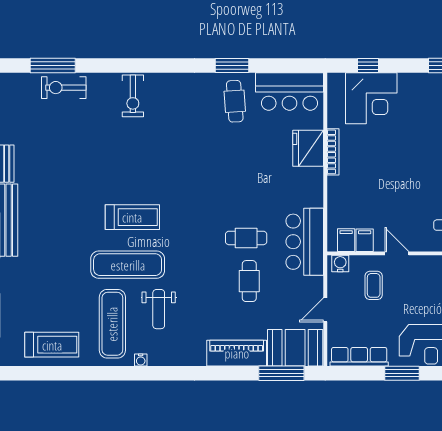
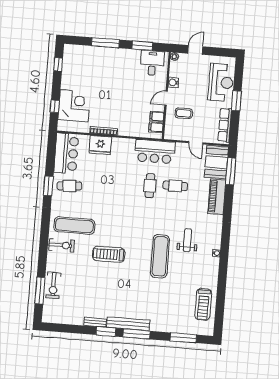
treadmill: (132, 217) -> (109, 254), moved, turned -90
water cooler: (340, 264) -> (173, 82), moved
weight bench: (159, 309) -> (187, 240), turned -90
exercise mat: (112, 324) -> (74, 226), moved
treadmill: (52, 345) -> (203, 304), turned 180

